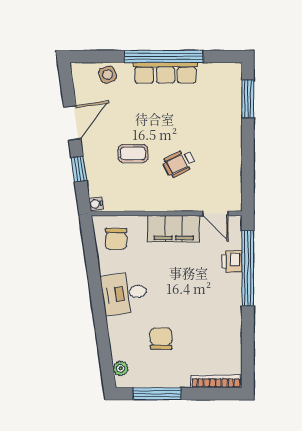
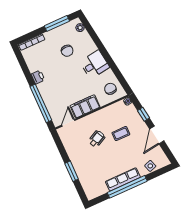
window: (248, 99) -> (72, 171), moved
door: (215, 213) -> (68, 123), hinge flipped
printer: (232, 261) -> (38, 77), moved

